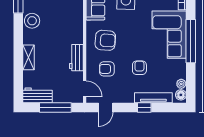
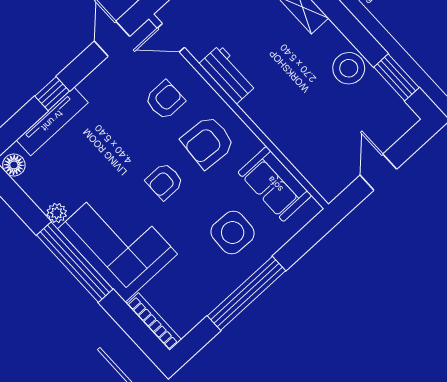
armchair: (139, 68) -> (164, 181), moved, turned 90
plant: (181, 84) -> (57, 213), moved

